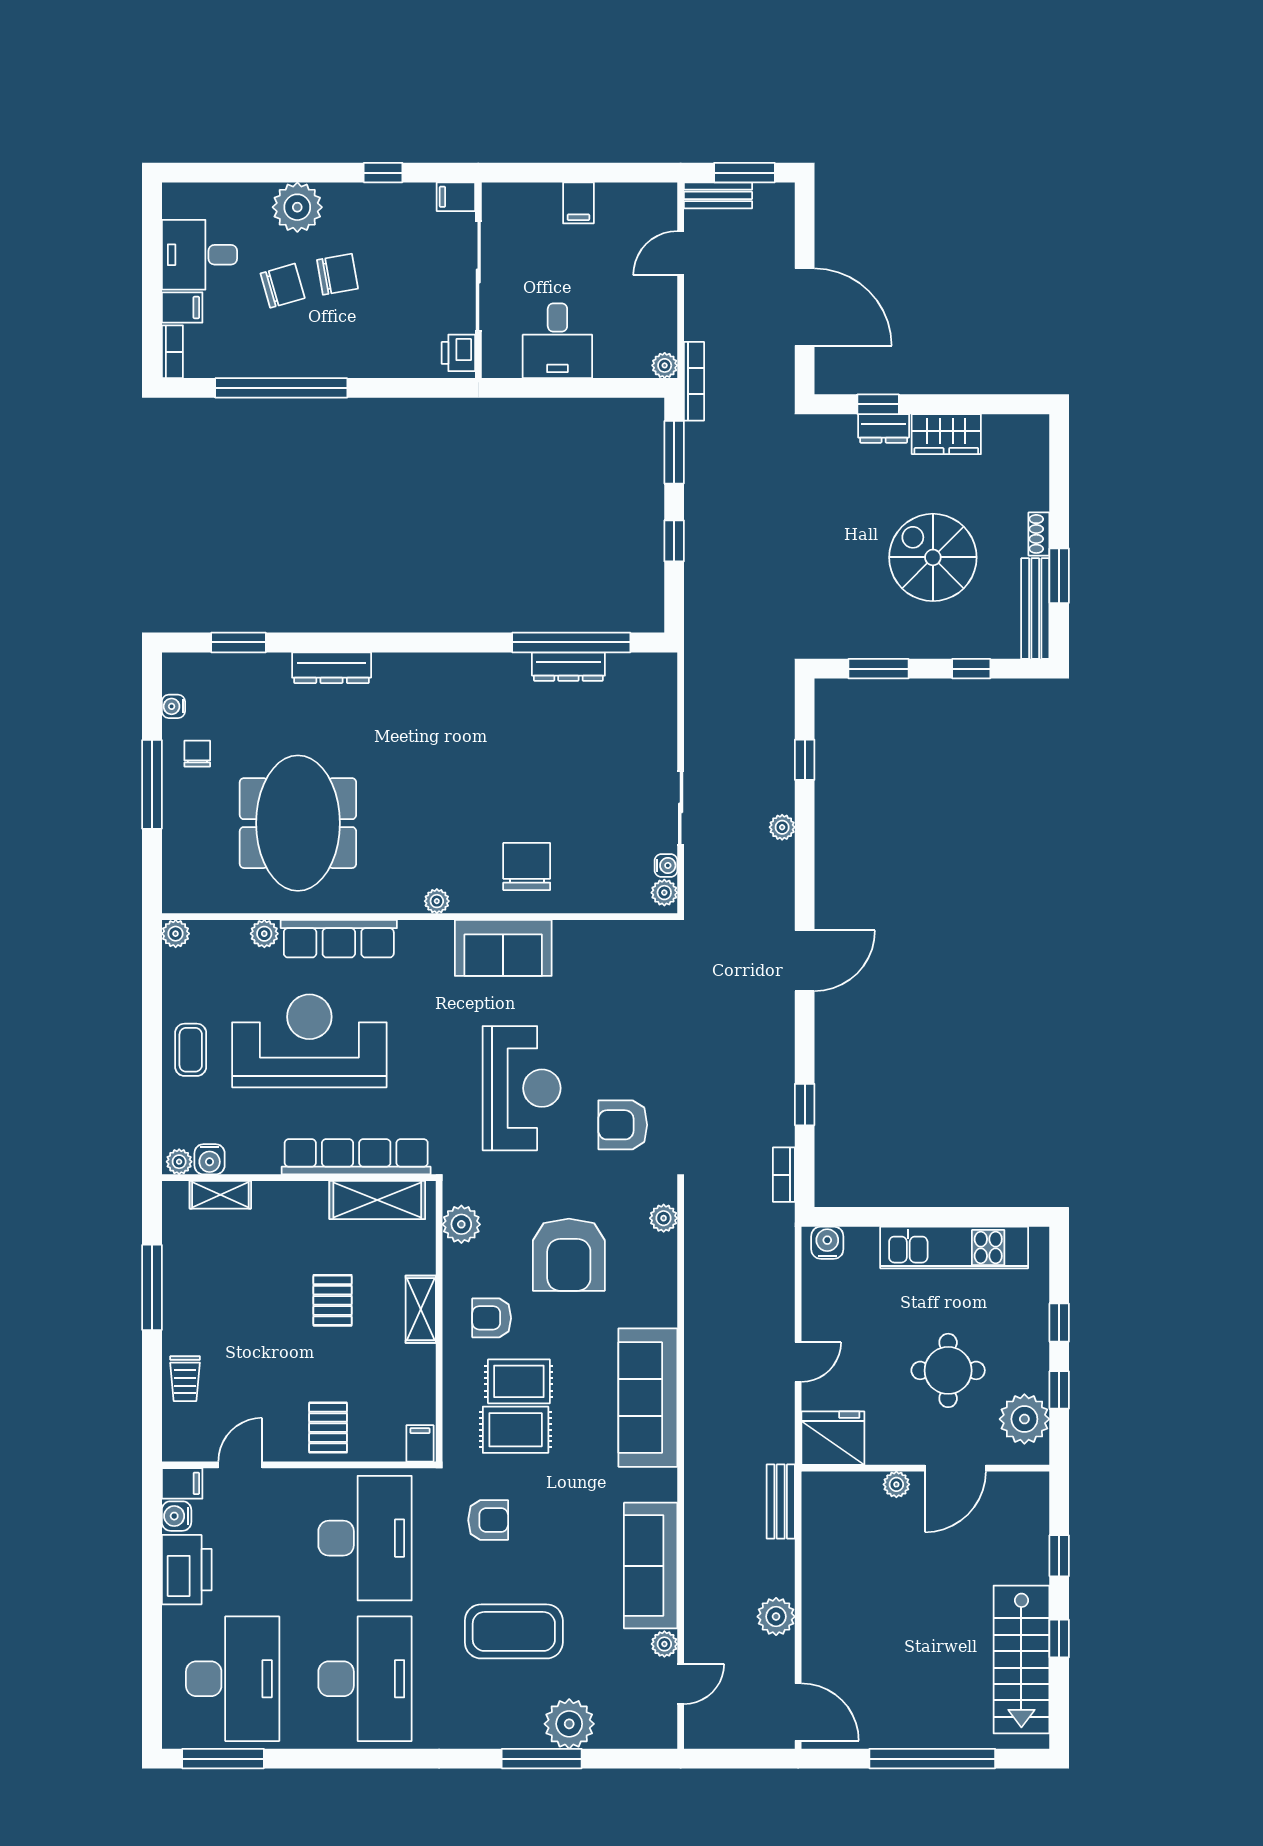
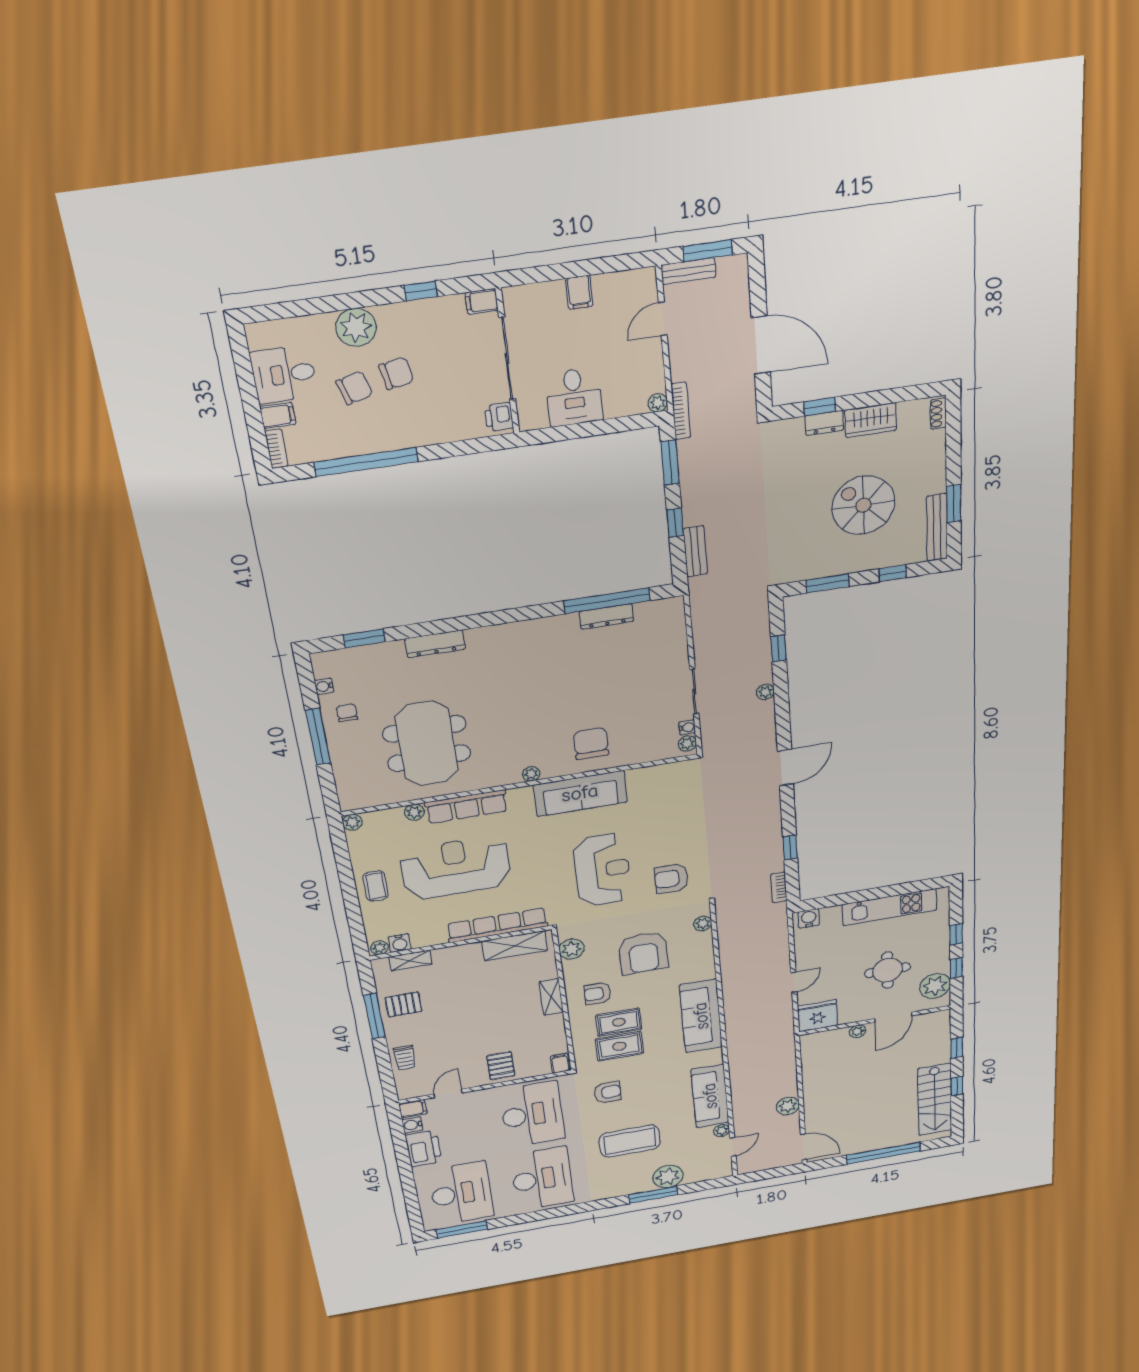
shoe rack: (1039, 534) -> (938, 414), moved
sofa: (503, 948) -> (580, 793), width x1.36
pallet: (333, 1300) -> (403, 1004), moved, turned 90
bench: (781, 1502) -> (695, 551), moved

